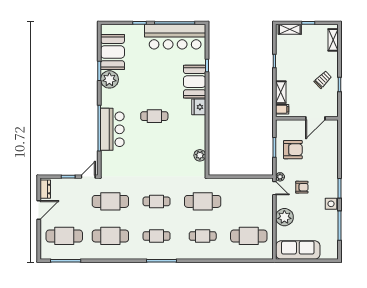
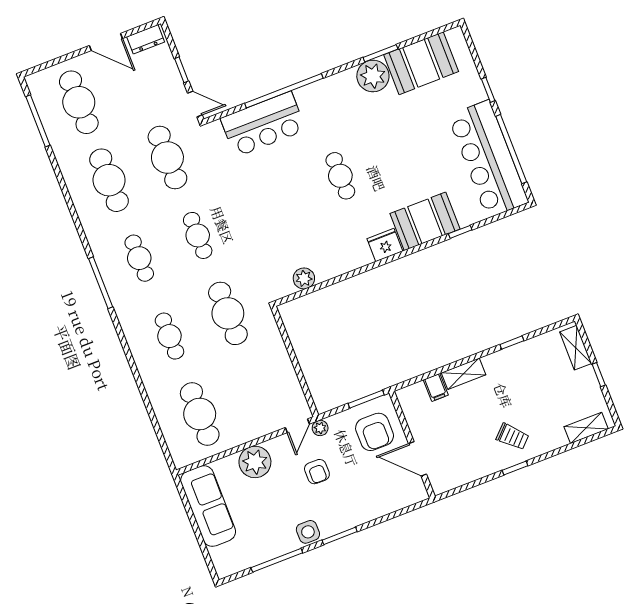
wall: (307, 118) -> (412, 445), moved
door: (315, 118) -> (418, 459), moved
bar counter: (112, 129) -> (263, 124), moved

